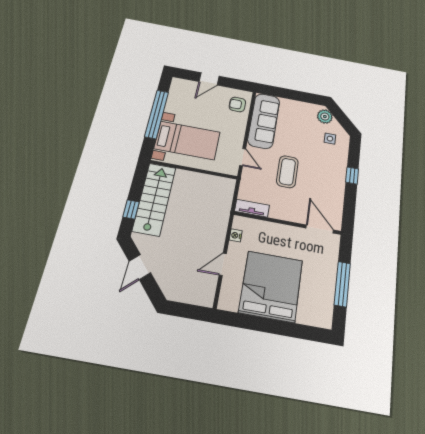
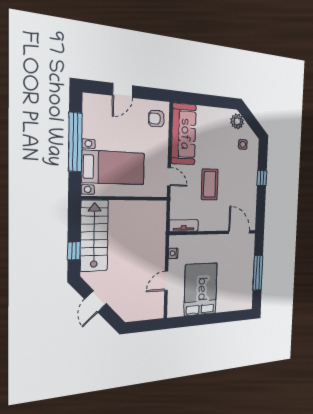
bed: (271, 286) -> (201, 289), width x0.73

